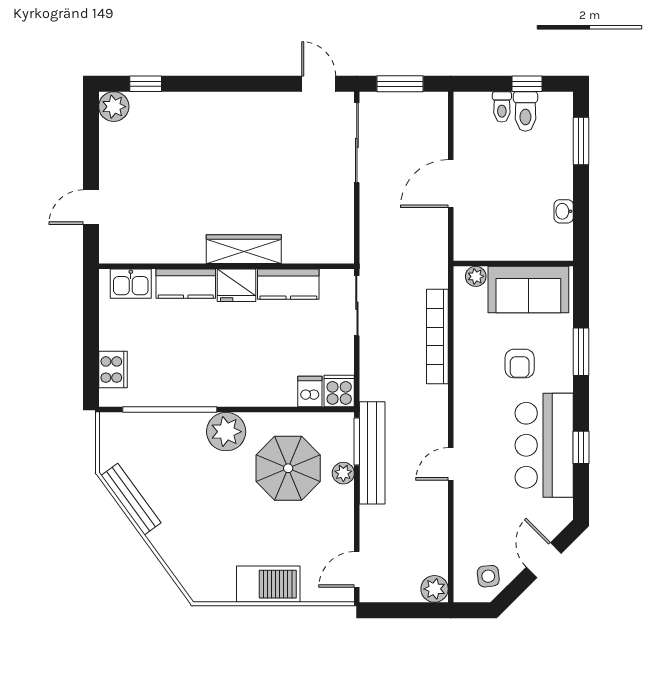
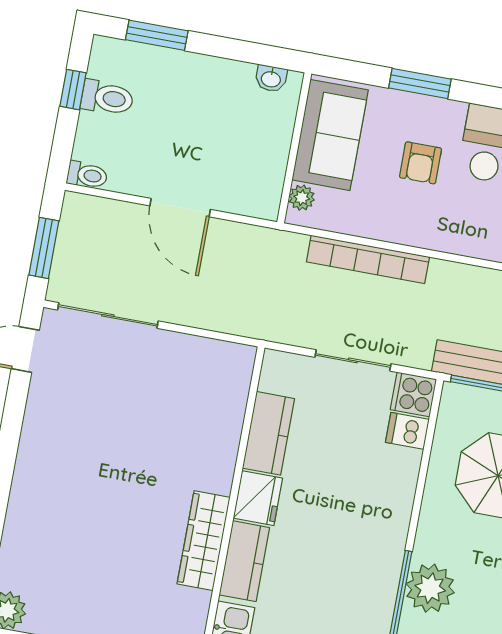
toilet: (502, 107) -> (87, 175), moved
washbasin: (564, 211) -> (271, 79), moved
wardrobe: (244, 249) -> (204, 541), moved
sliding door: (357, 306) -> (353, 360), moved
armchair: (520, 364) -> (421, 163), turned 90
plant: (226, 432) -> (430, 588), moved

